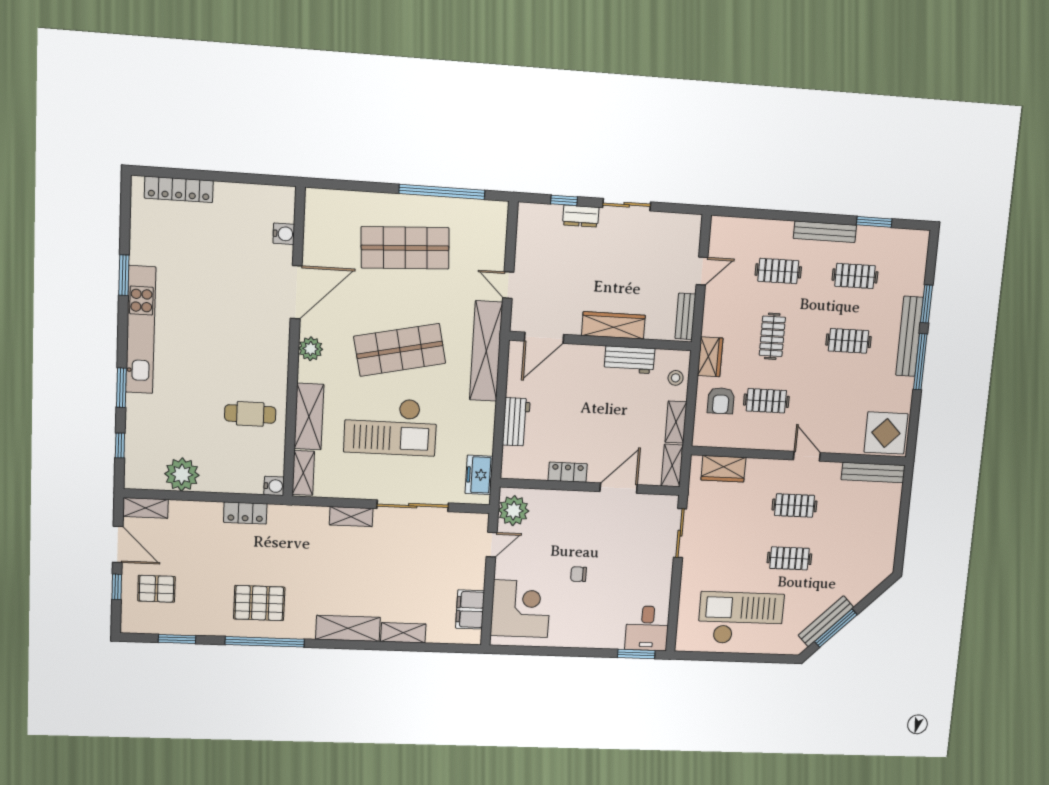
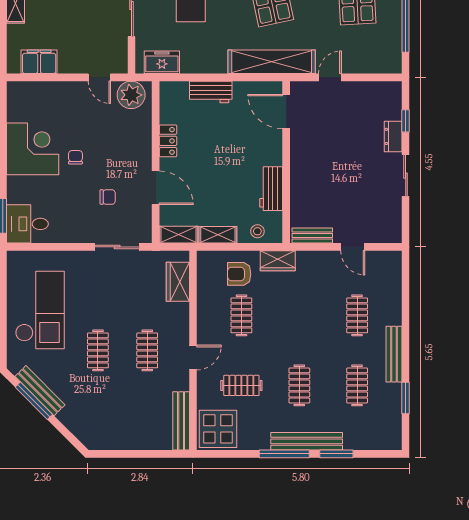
wardrobe: (613, 325) -> (301, 172), removed
clothes rail: (772, 336) -> (241, 385), moved
chair: (625, 541) -> (108, 197), added
corner desk: (521, 609) -> (33, 149), moved, turned -90

